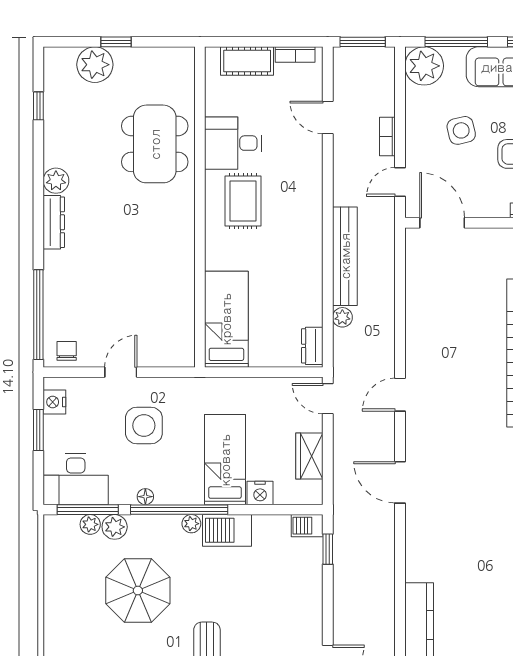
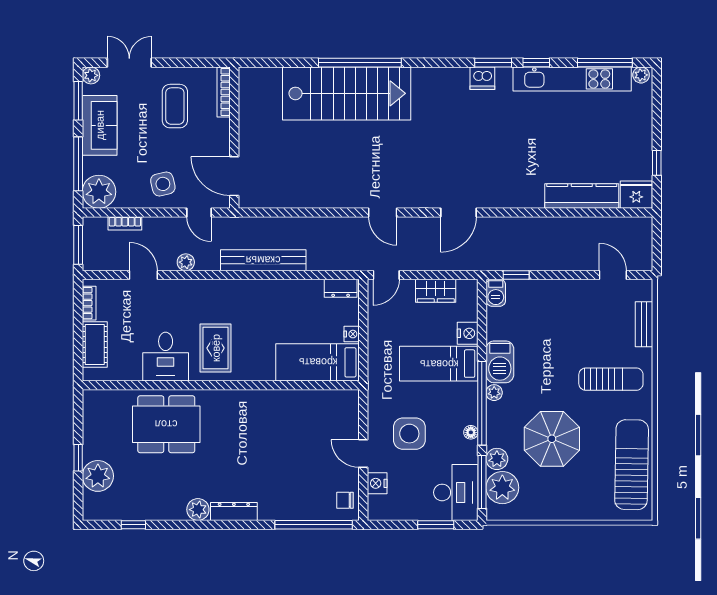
door: (328, 117) -> (143, 275), swing flipped
side table: (461, 130) -> (163, 184), moved
bookcase: (387, 136) -> (125, 223), moved
rug: (243, 201) -> (216, 348), turned 90
door: (442, 223) -> (234, 176), hinge flipped
plant: (342, 317) -> (186, 262), moved
nightstand: (259, 359) -> (352, 334), added
nightstand: (54, 402) -> (377, 483), moved, turned 90
window: (38, 430) -> (436, 525), moved
plant: (90, 524) -> (502, 488), width x1.88, depth x1.88

